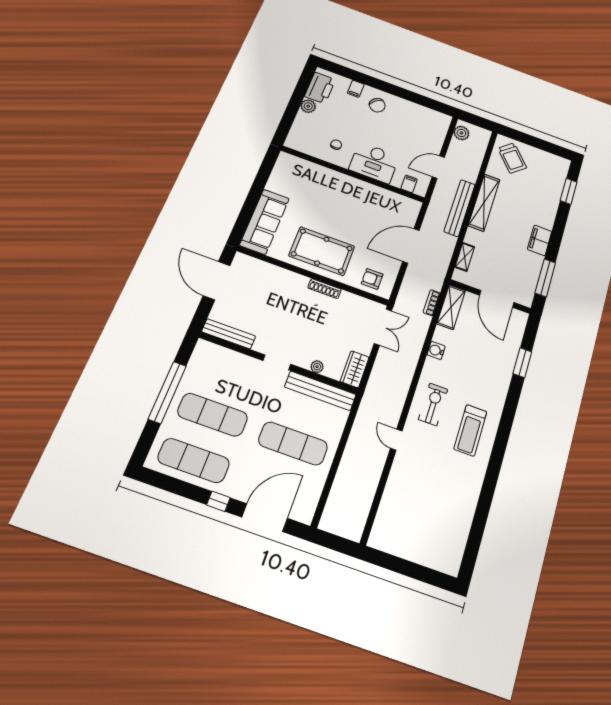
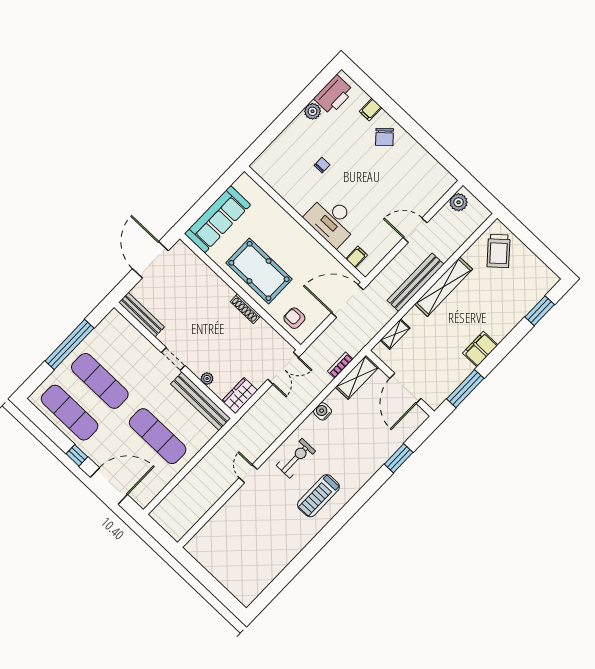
desk: (374, 163) -> (332, 220), moved
wall: (353, 174) -> (305, 224), moved
filing cabinet: (409, 184) -> (357, 257), moved

